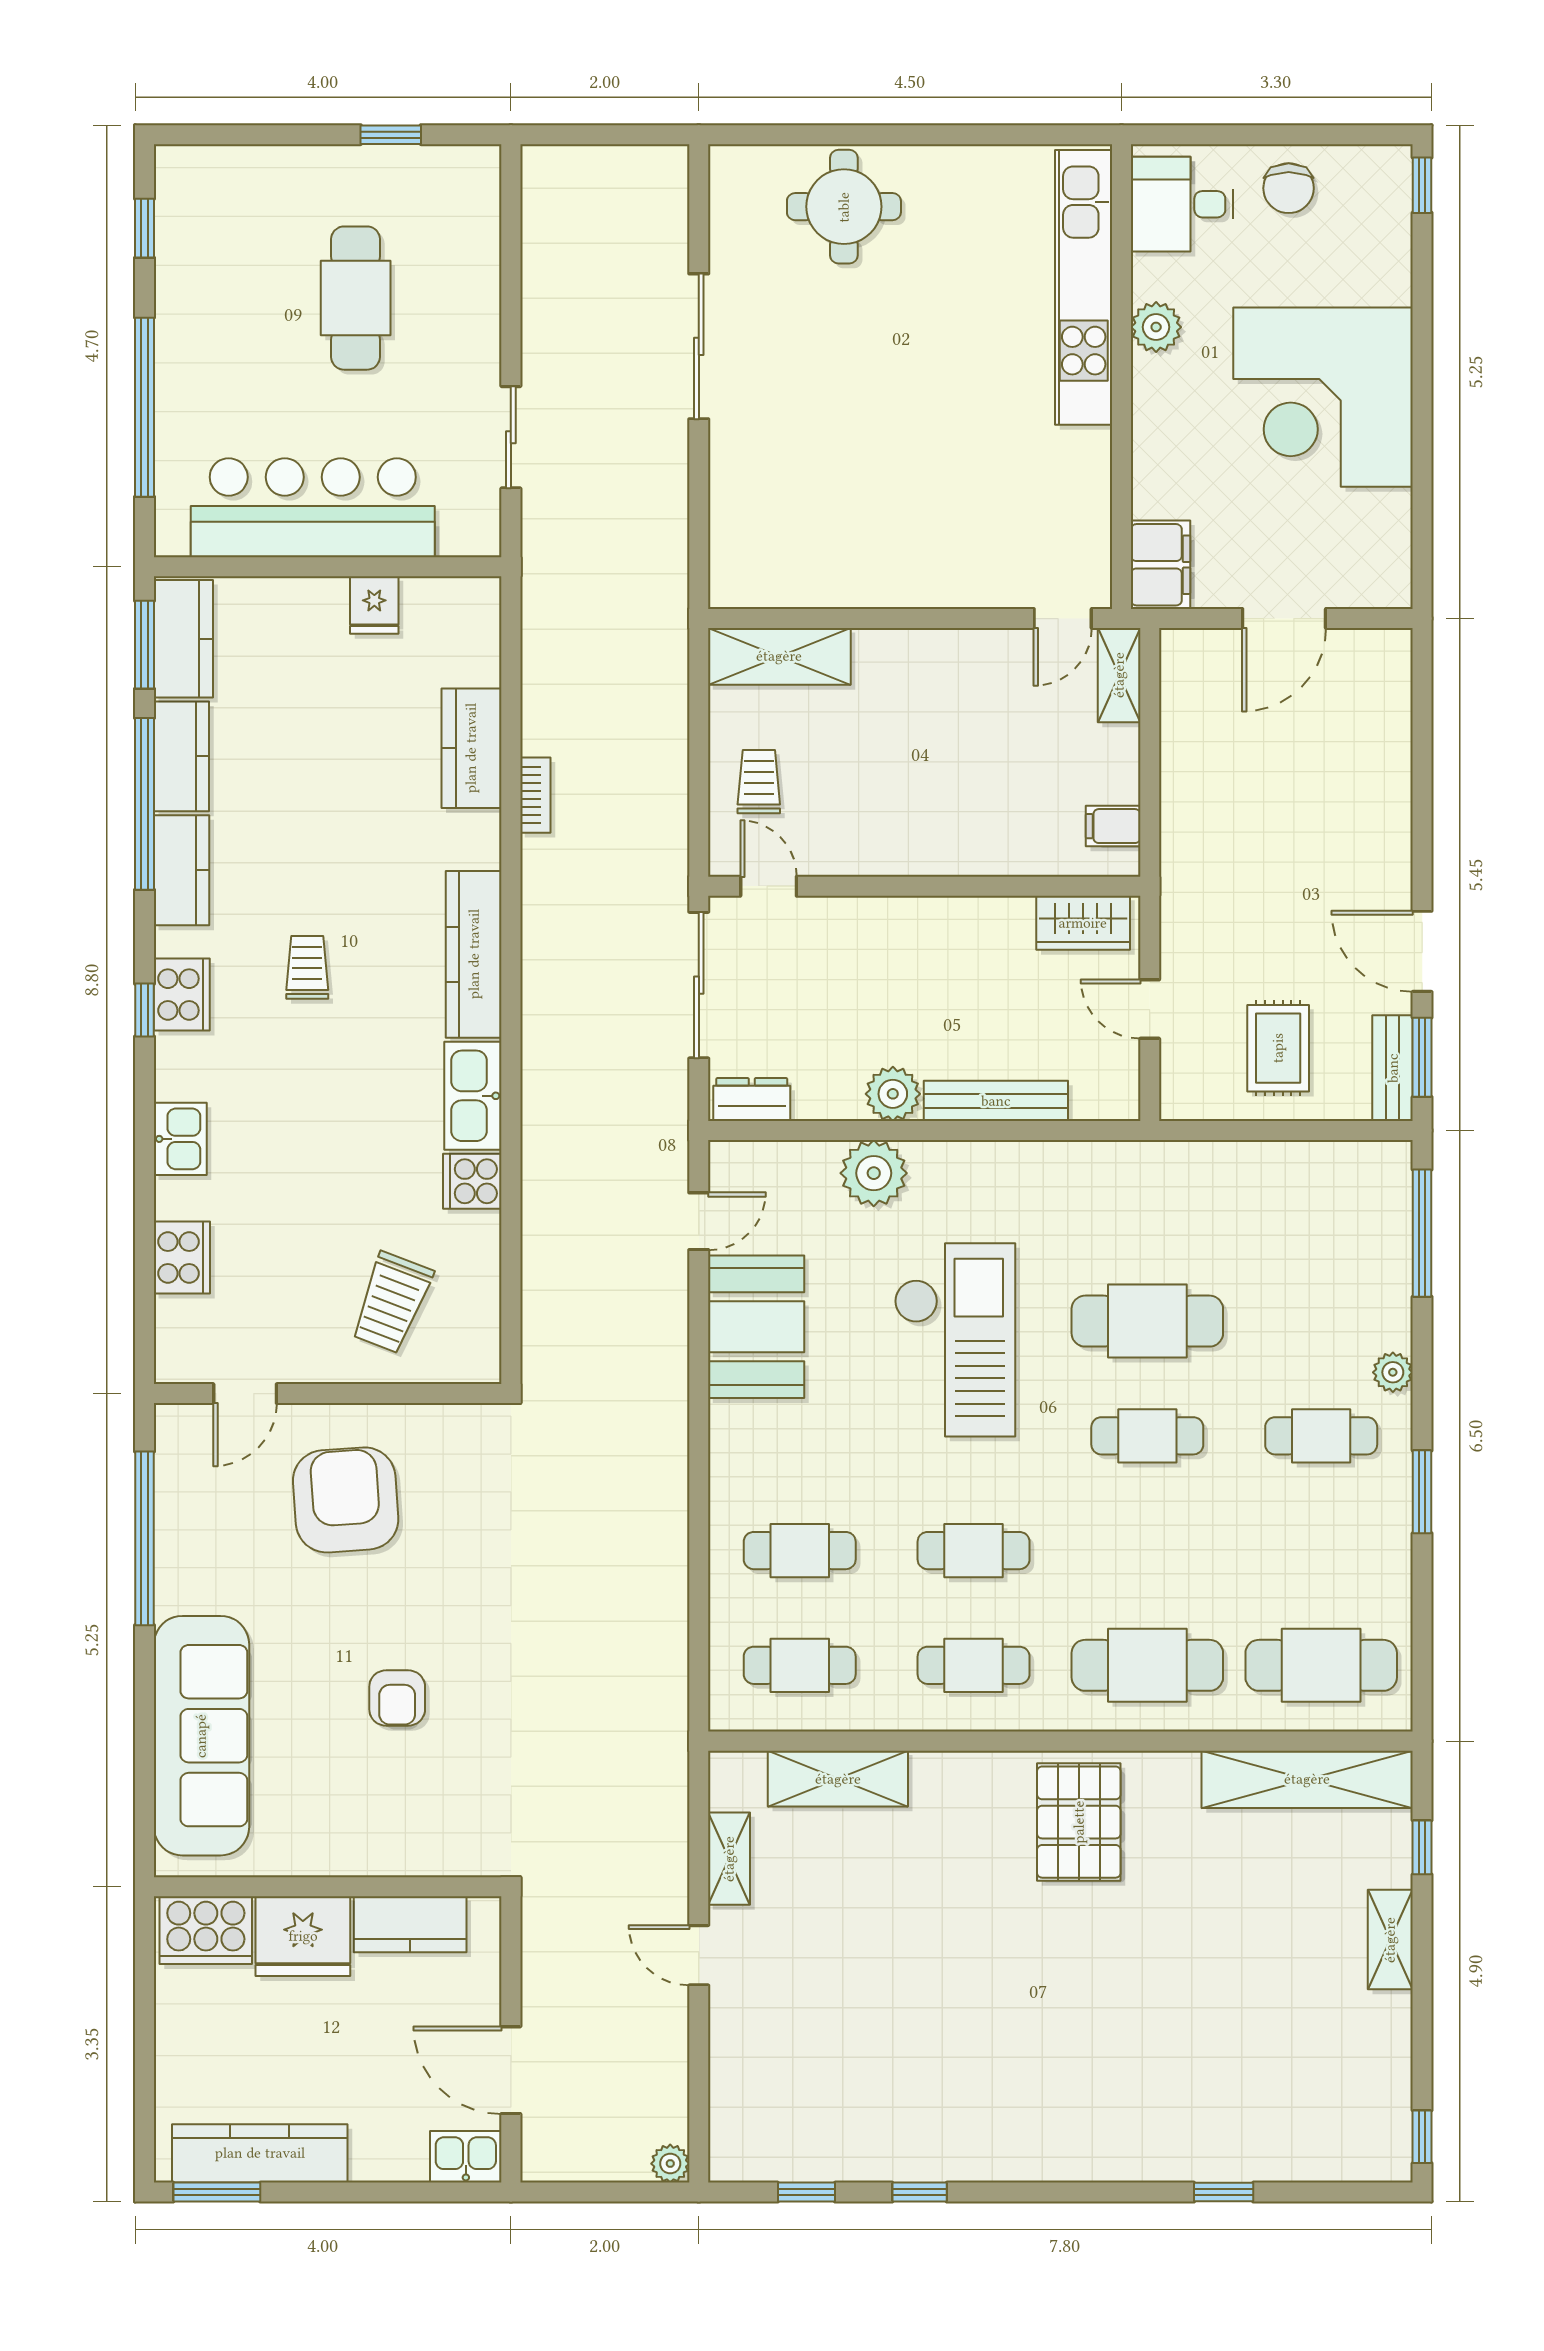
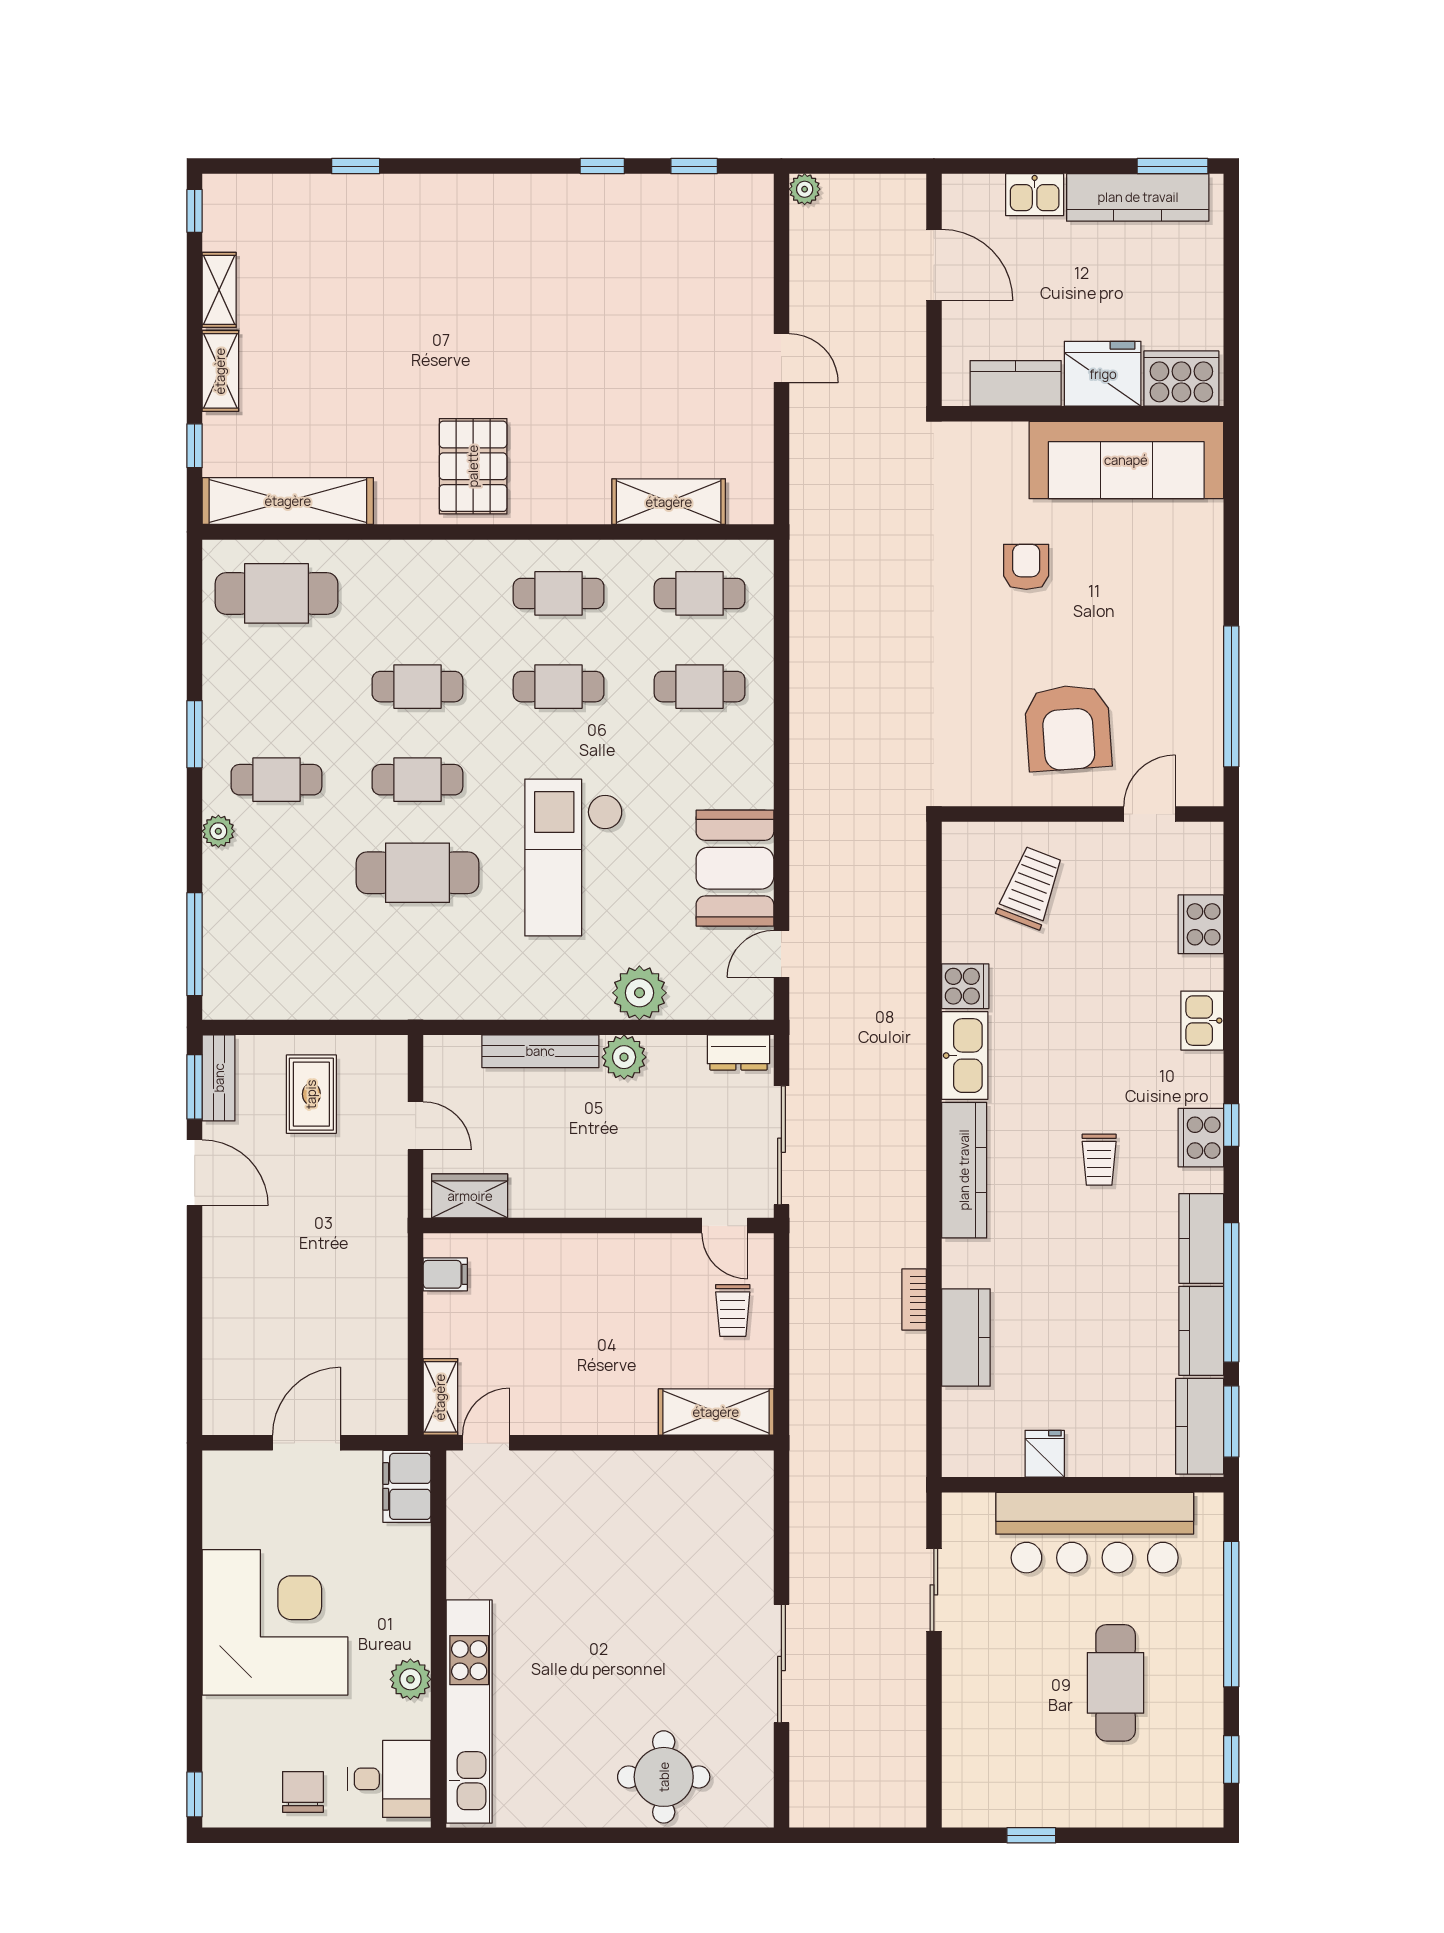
cafe table: (356, 298) -> (1116, 1683), moved
cafe table: (1147, 1665) -> (417, 687), moved, width x0.73, depth x0.74
sofa: (201, 1736) -> (1126, 460), moved, turned -90
shelving: (729, 1859) -> (219, 290), moved
kitchen sink: (466, 2157) -> (1035, 195), moved

